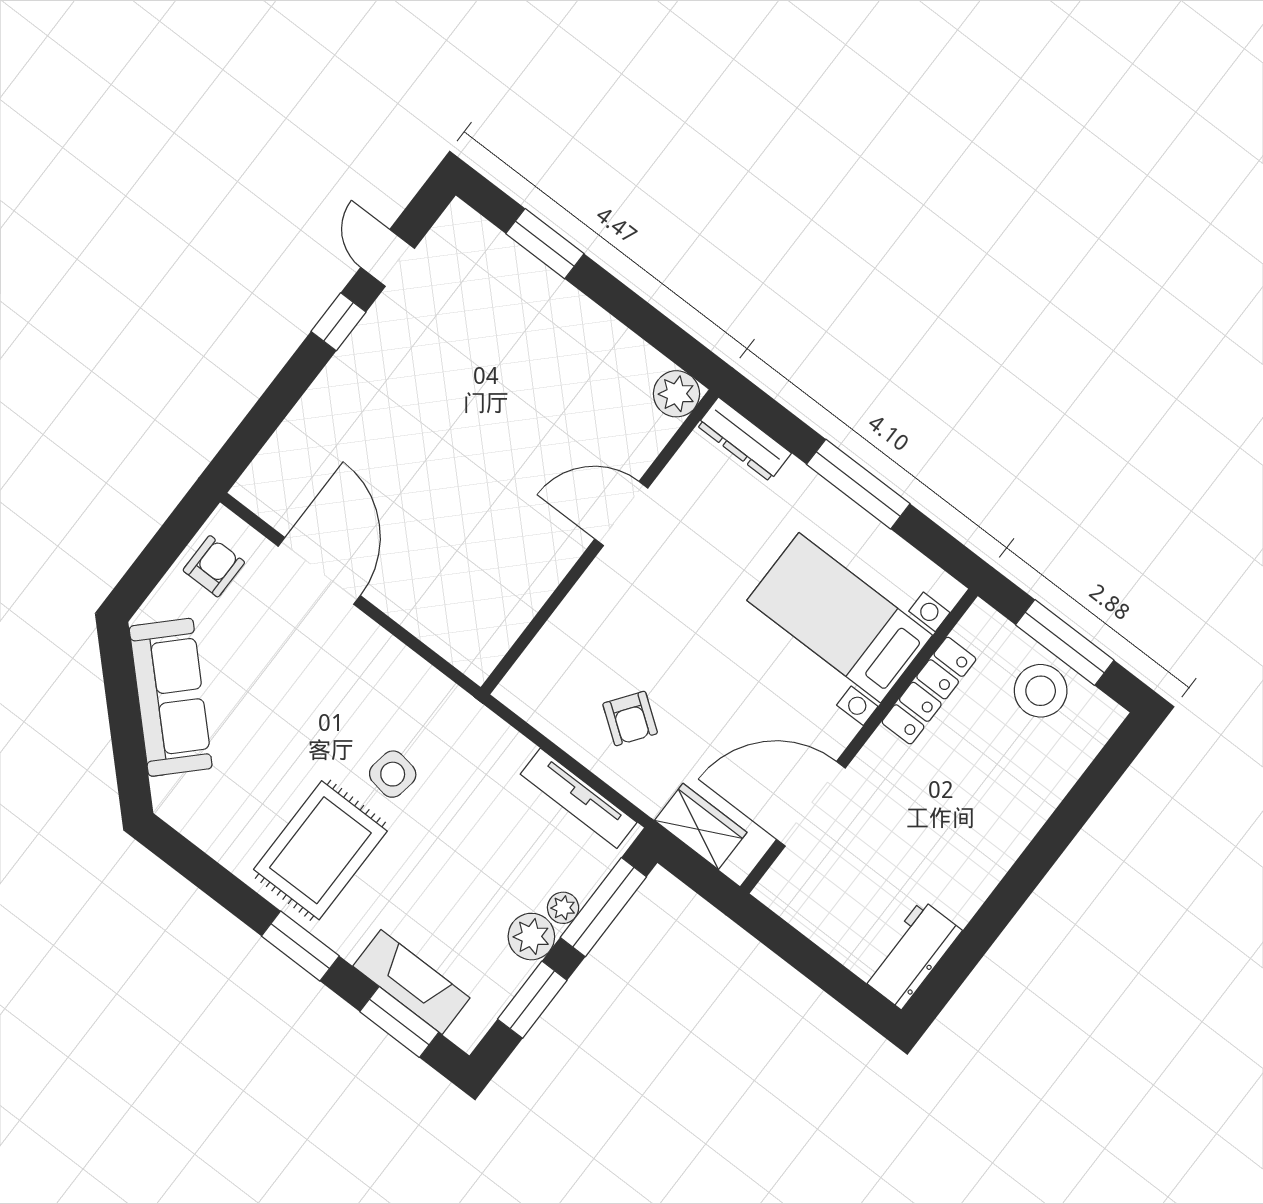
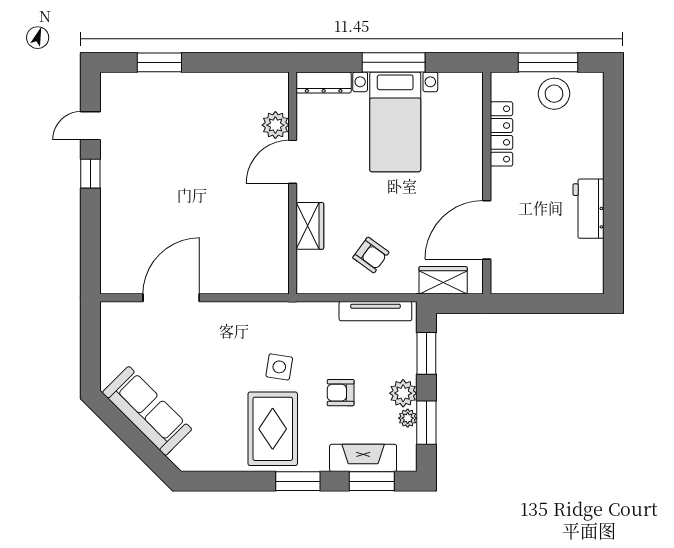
door: (388, 258) -> (90, 126), hinge flipped
plant: (676, 394) -> (275, 125), moved
armchair: (214, 566) -> (341, 393), moved, turned -90
door: (319, 571) -> (171, 298), hinge flipped
wardrobe: (578, 617) -> (310, 226), added
bed with nightstands: (840, 618) -> (395, 122), moved, turned -90
window: (603, 907) -> (426, 353), width x0.69
plant: (563, 908) -> (408, 418), moved
workbench: (911, 954) -> (588, 209), moved

